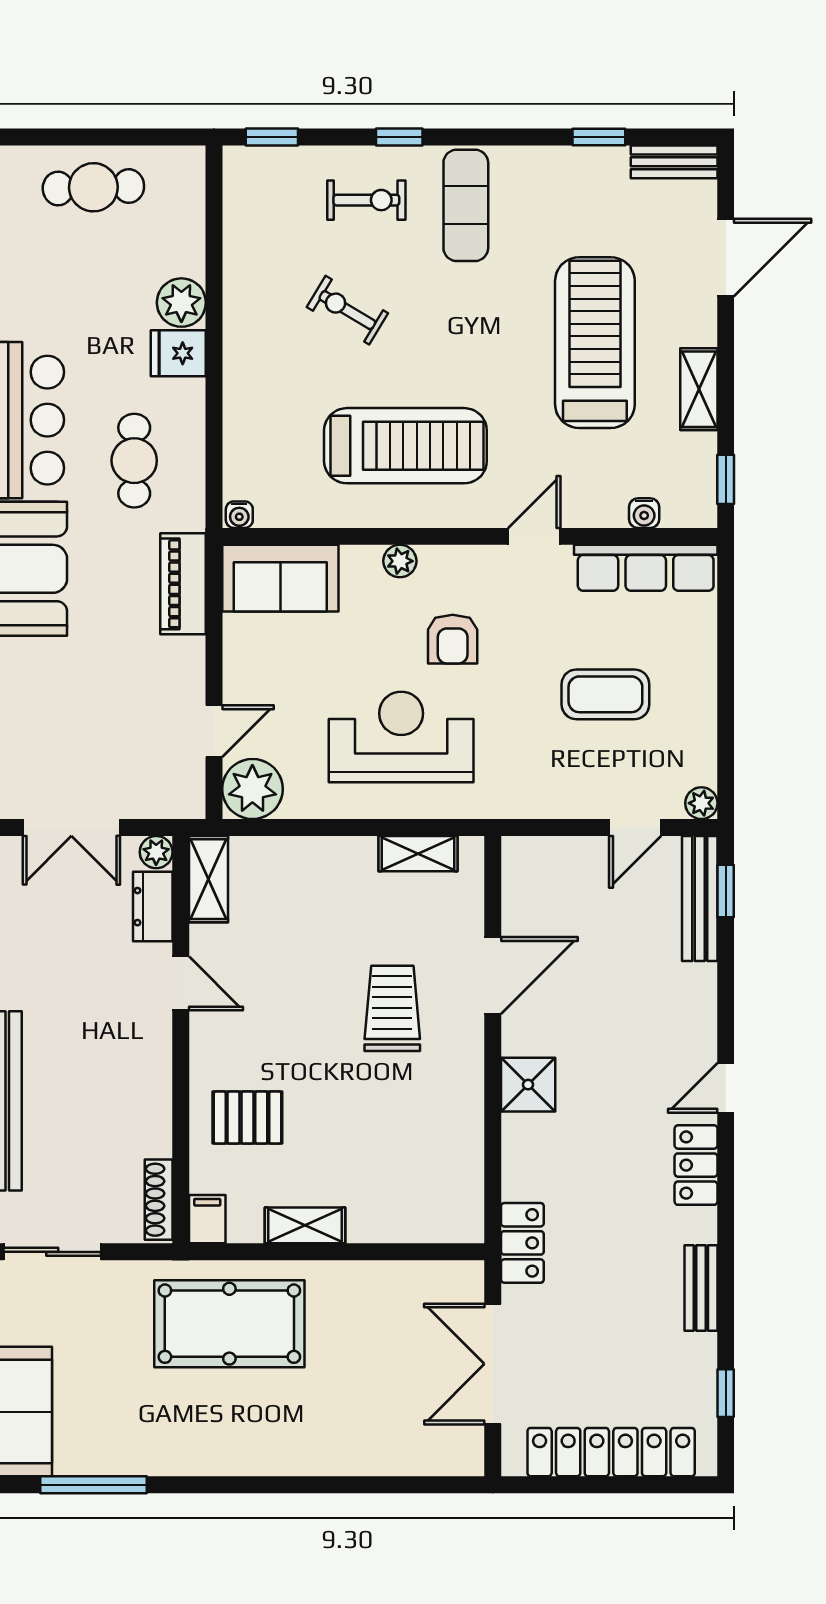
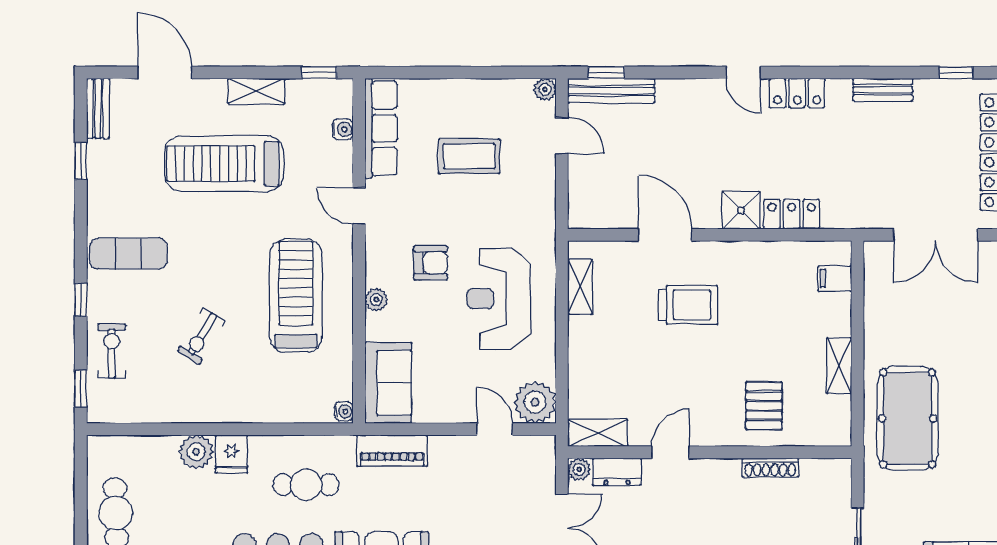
exercise bike: (366, 200) -> (112, 351), moved
coffee table: (605, 694) -> (469, 156), turned 90
trolley: (392, 1008) -> (688, 305), turned 180
shoe rack: (159, 1200) -> (770, 468), moved
filing cabinet: (207, 1219) -> (835, 278), moved
locker: (522, 1243) -> (792, 214), moved

